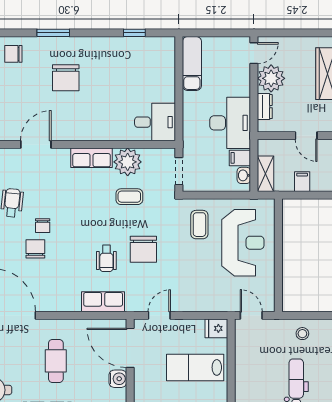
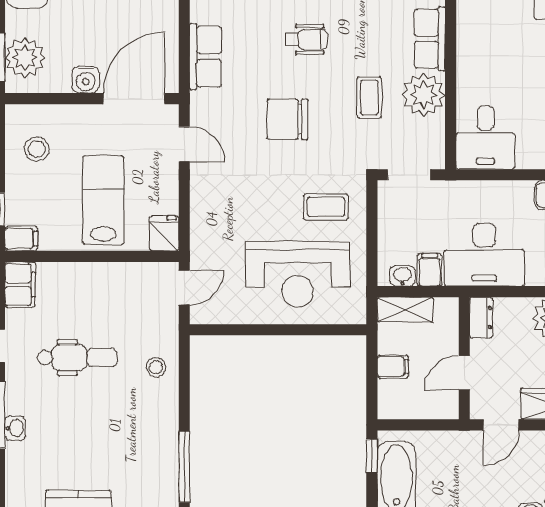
dresser: (265, 107) -> (481, 318), moved, turned -90
wheelchair: (106, 258) -> (306, 39), moved, turned 180

